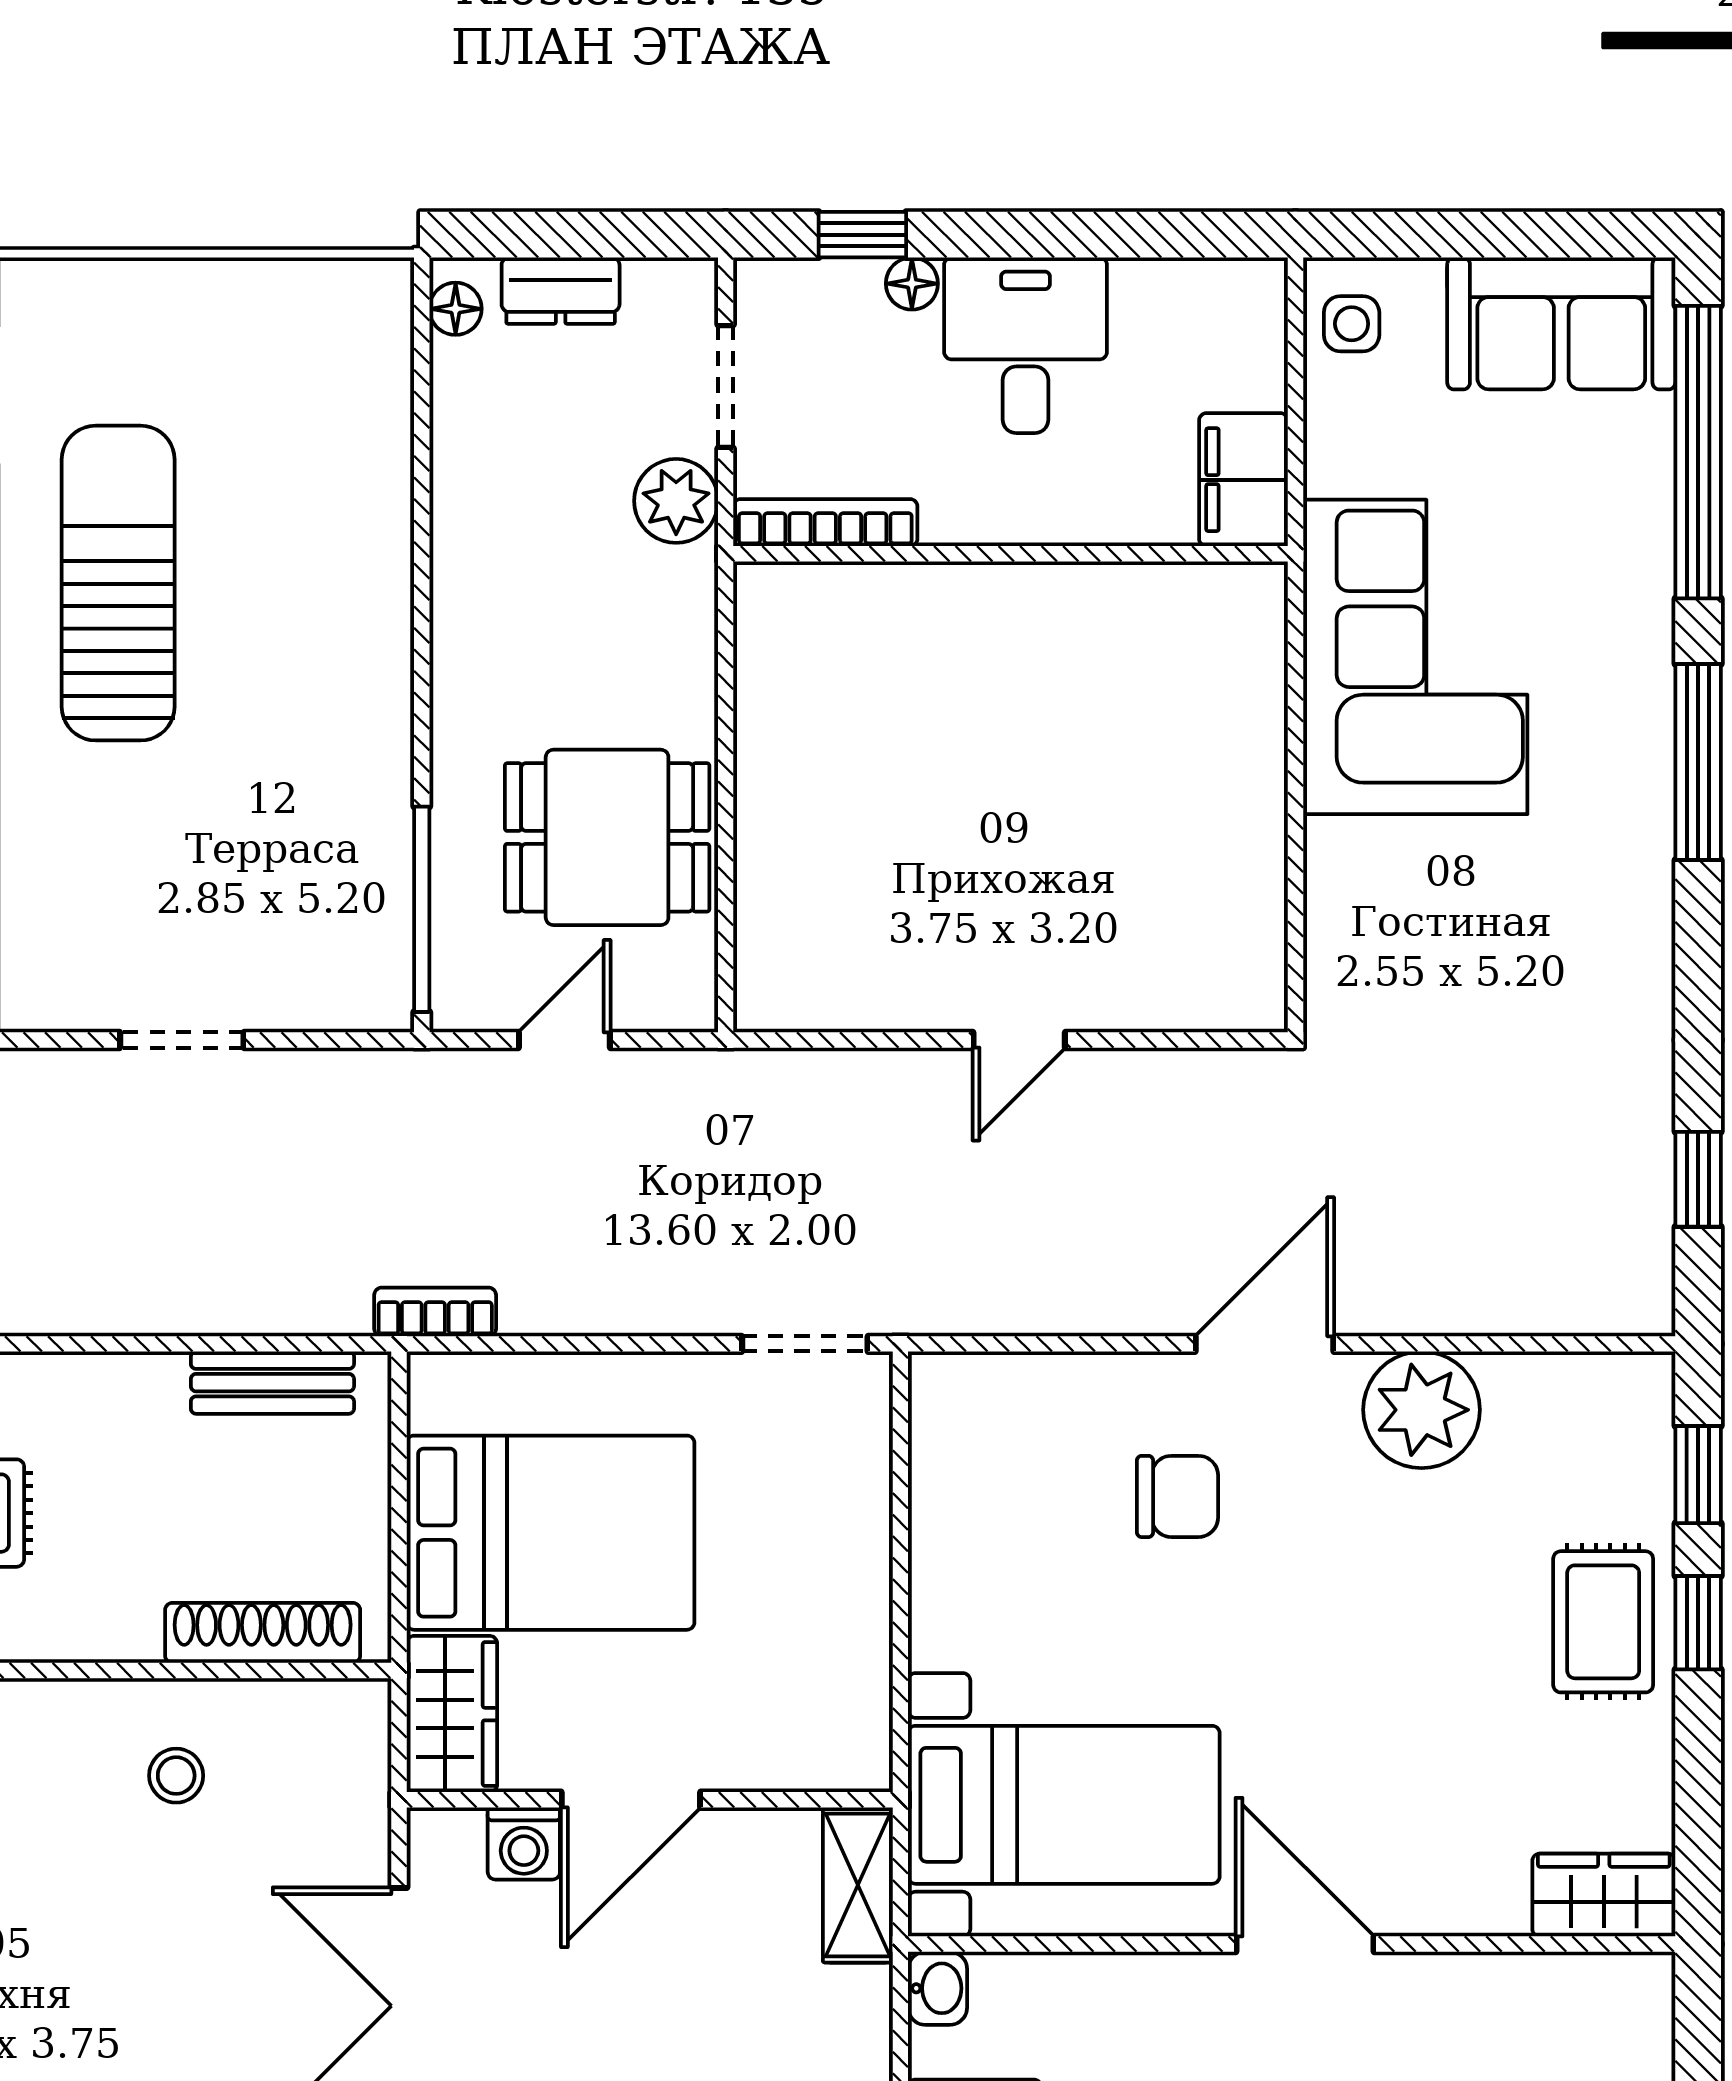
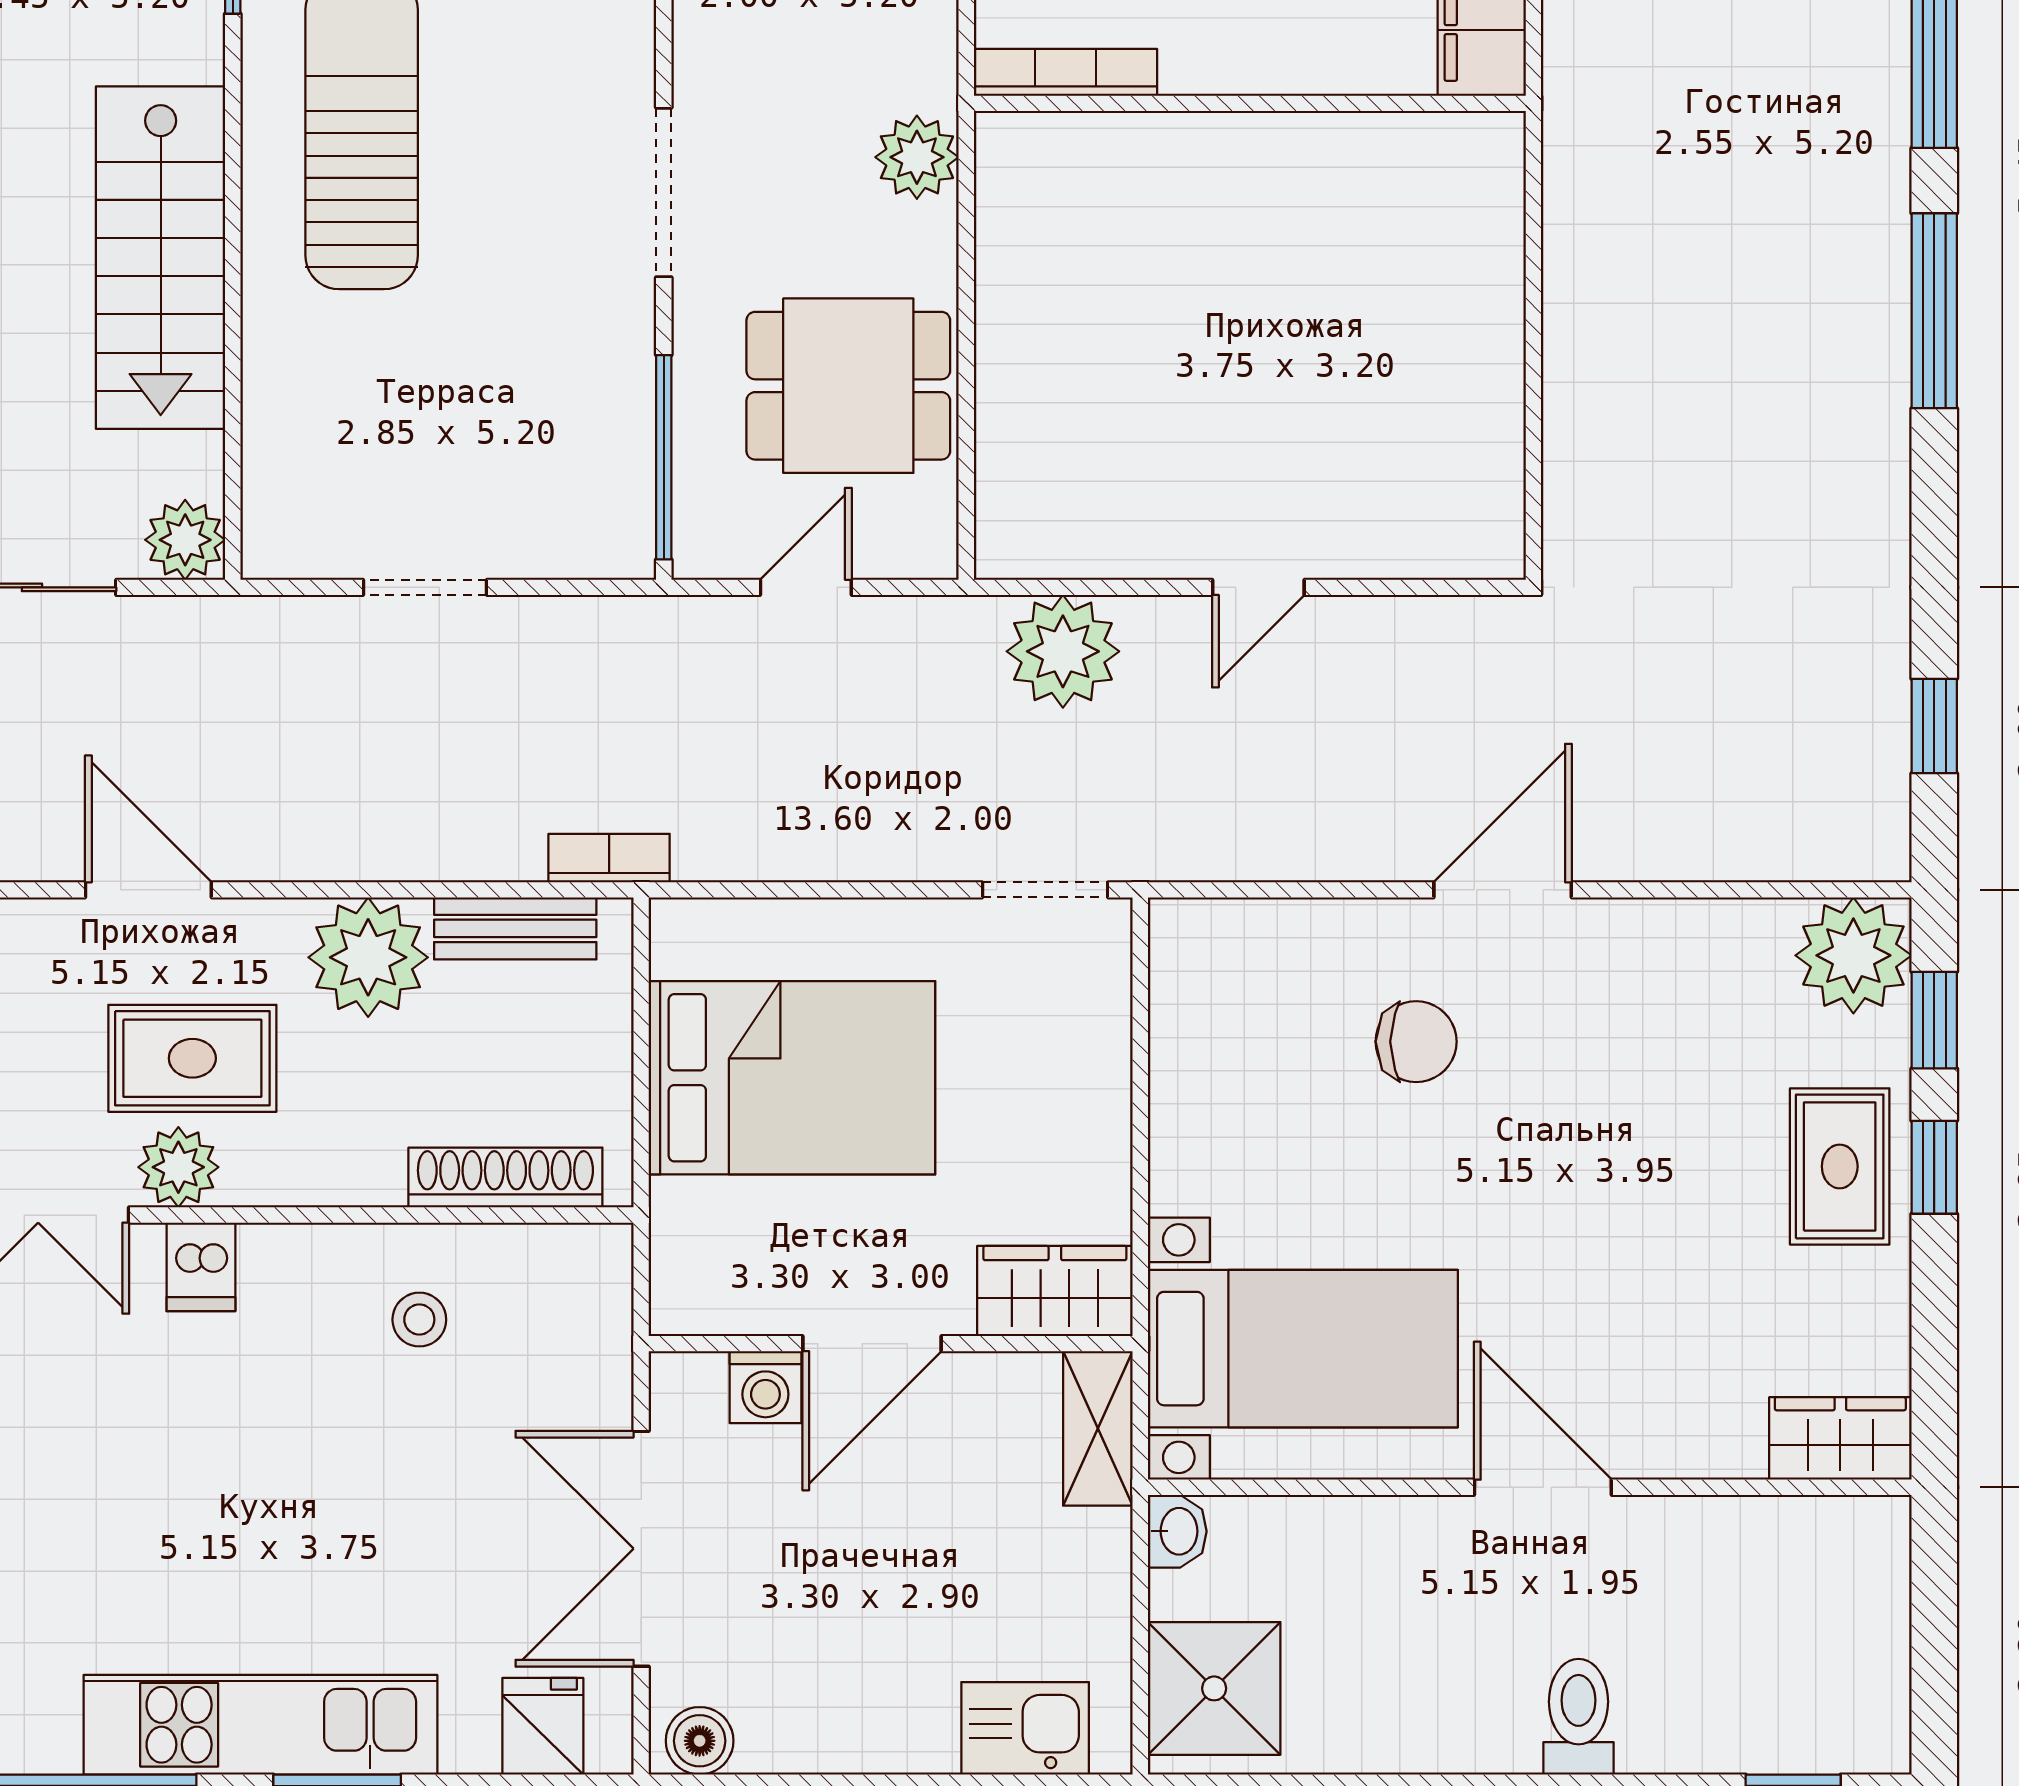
plant: (676, 501) -> (917, 157), moved
doorway: (422, 643) -> (664, 193), added
corner sofa: (1415, 657) -> (1653, 206), removed
plant: (823, 1104) -> (1063, 651), added
bookcase: (435, 1312) -> (609, 858), moved
plant: (1422, 1410) -> (1853, 955), moved
plant: (125, 1412) -> (368, 957), added
wardrobe: (452, 1714) -> (1055, 1291), moved, turned -90

